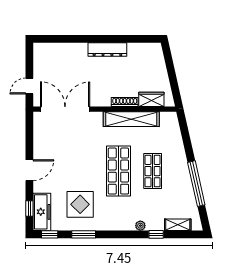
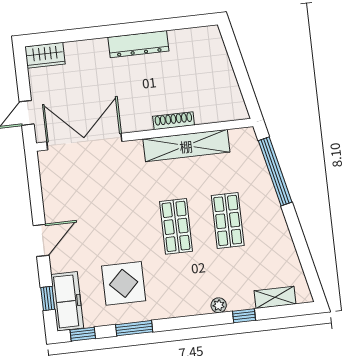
wardrobe: (151, 99) -> (45, 55), moved, turned 180
shop shelf: (118, 171) -> (176, 226), width x0.70, depth x0.74
window: (196, 184) -> (275, 171), moved

